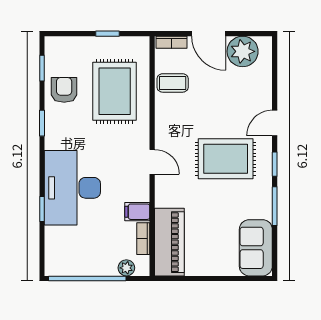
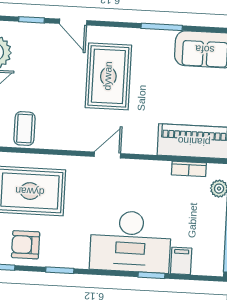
window: (275, 164) -> (32, 20), moved
filing cabinet: (137, 212) -> (181, 261), moved, turned 180

